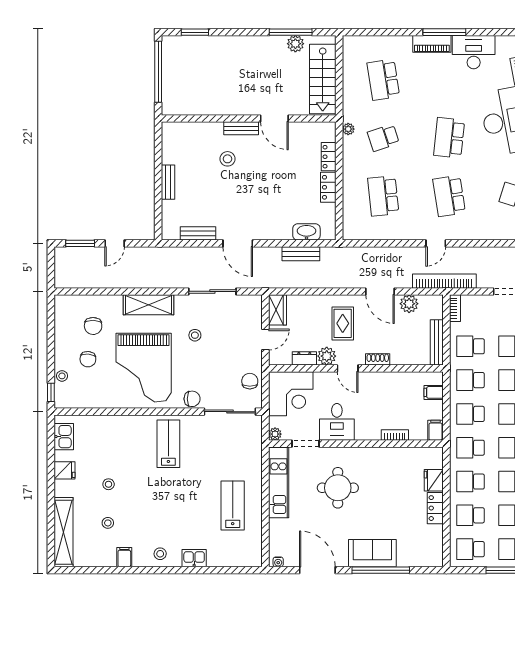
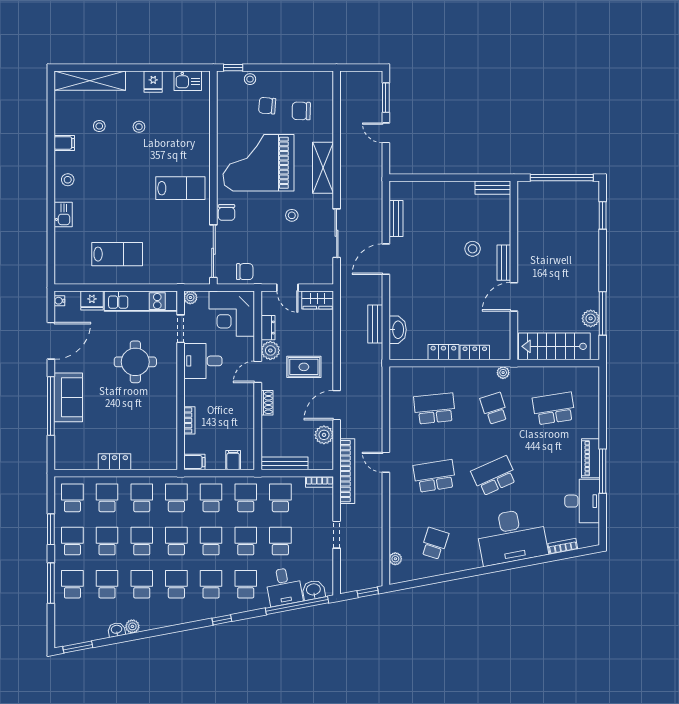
school desk: (449, 138) -> (494, 476), turned -30
bench: (168, 182) -> (493, 188), moved
fridge: (434, 480) -> (92, 300), moved, turned 180

